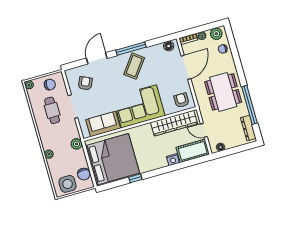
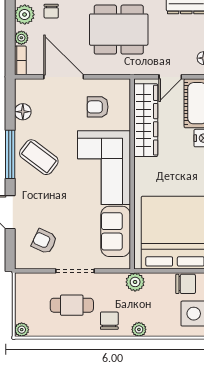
floor lamp: (169, 46) -> (23, 112), moved
chair: (50, 85) -> (109, 321), moved
armchair: (181, 100) -> (98, 107), moved

